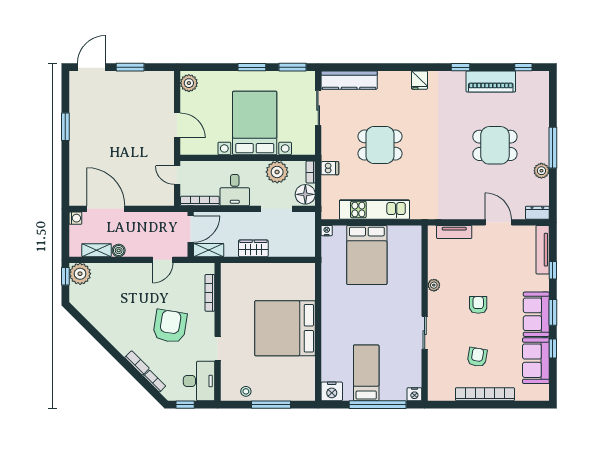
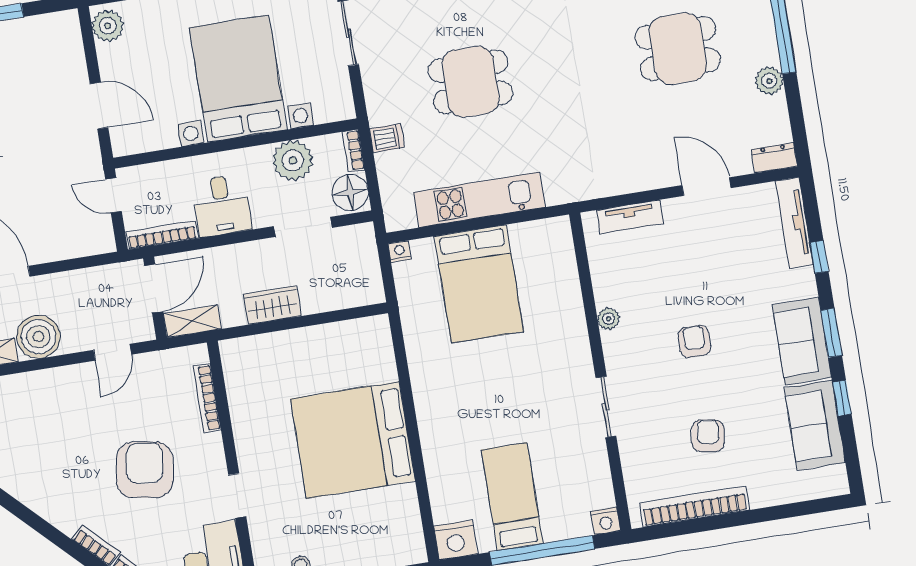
boiler: (119, 250) -> (38, 337), width x1.86, depth x1.86
bookcase: (485, 394) -> (694, 507), moved

